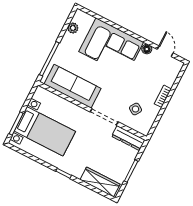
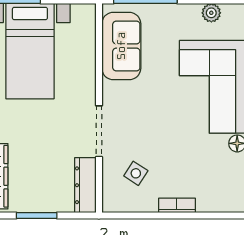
sofa: (72, 86) -> (121, 46), width x0.73

